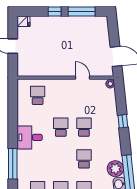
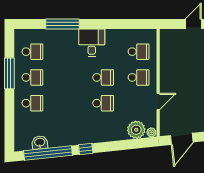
window: (123, 121) -> (86, 149), moved
school desk: (84, 159) -> (139, 77), moved
plant: (115, 169) -> (136, 130), moved

